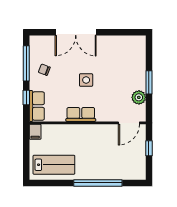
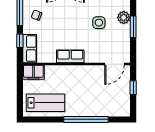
side table: (86, 80) -> (99, 23), moved
plant: (139, 97) -> (124, 17), moved
filing cabinet: (35, 132) -> (33, 72), width x2.00

